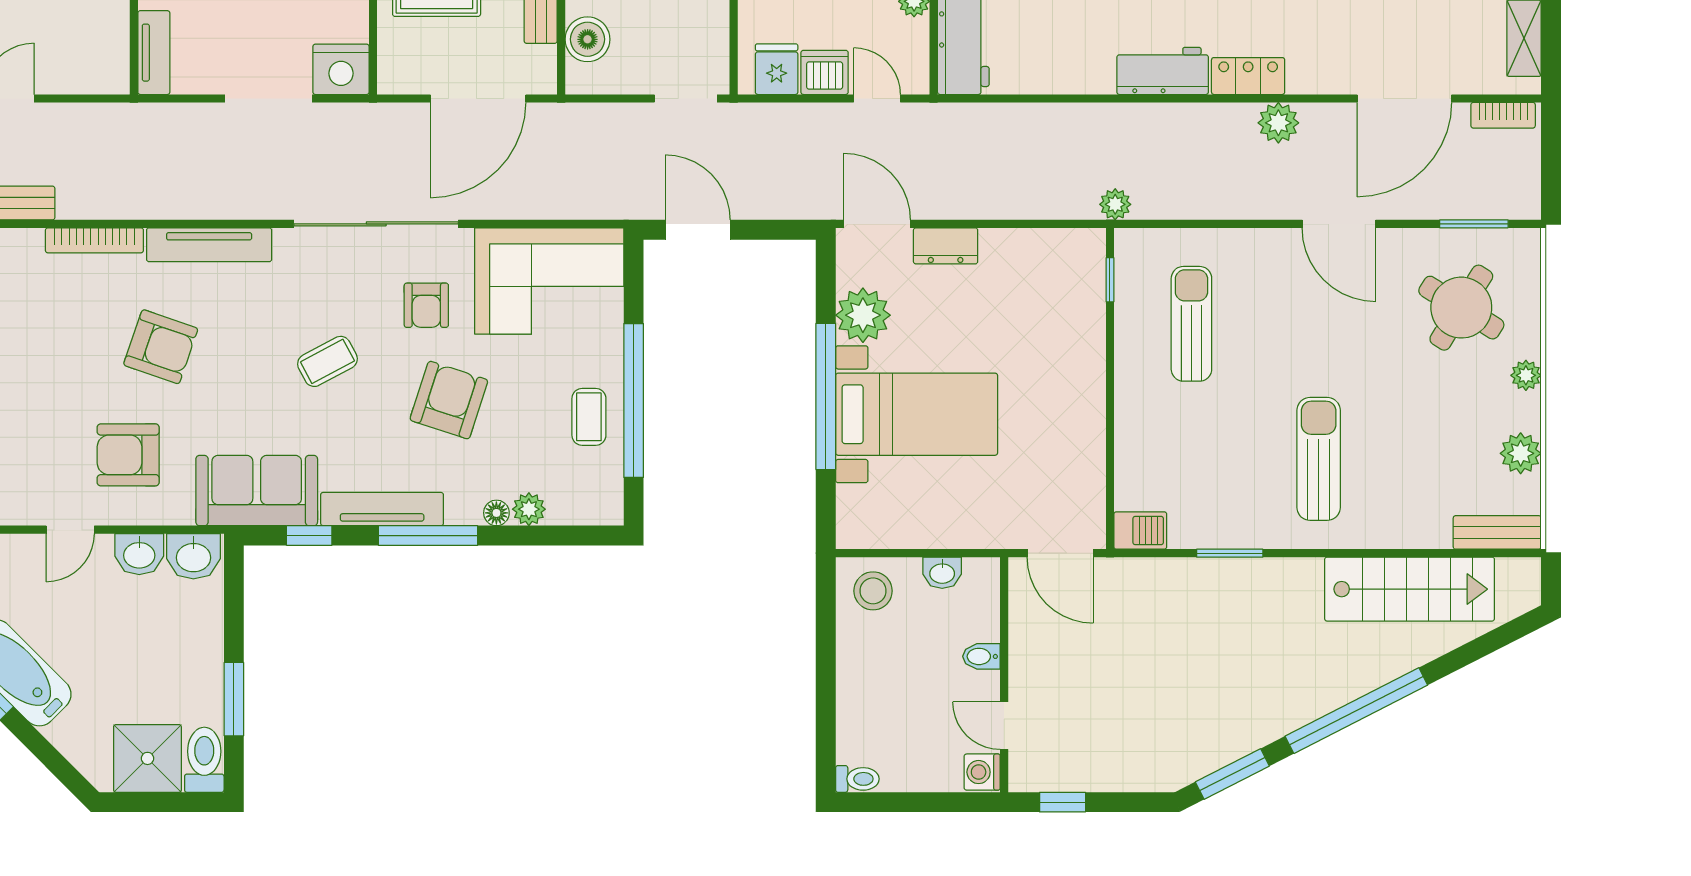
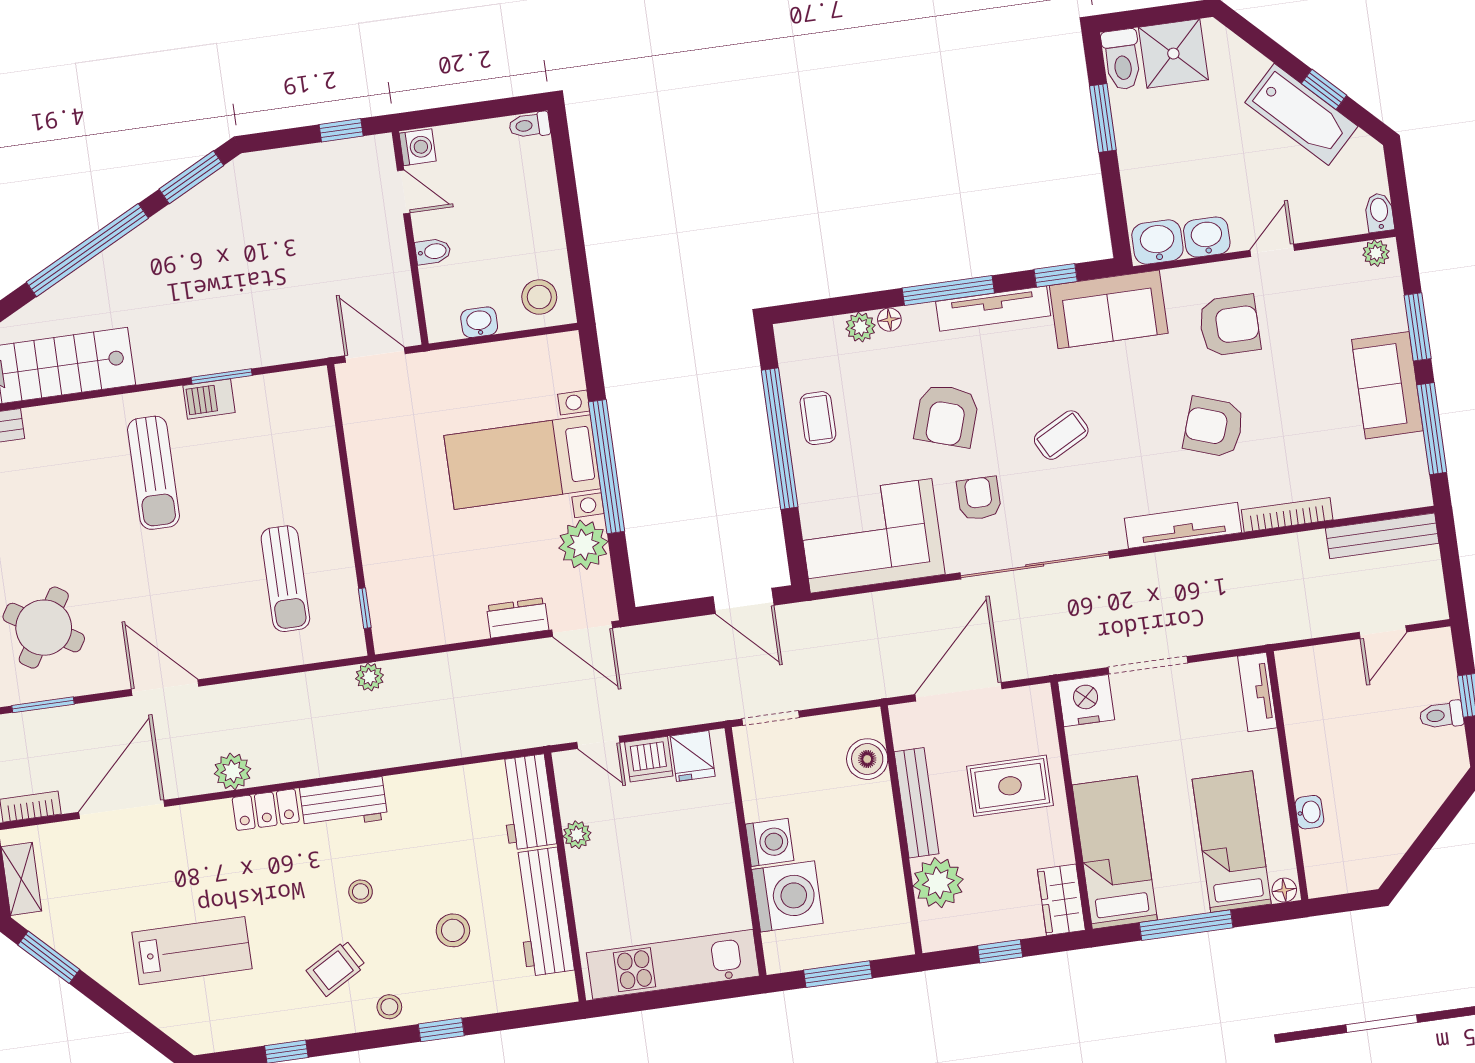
barbecue: (1140, 530) -> (209, 399), moved

